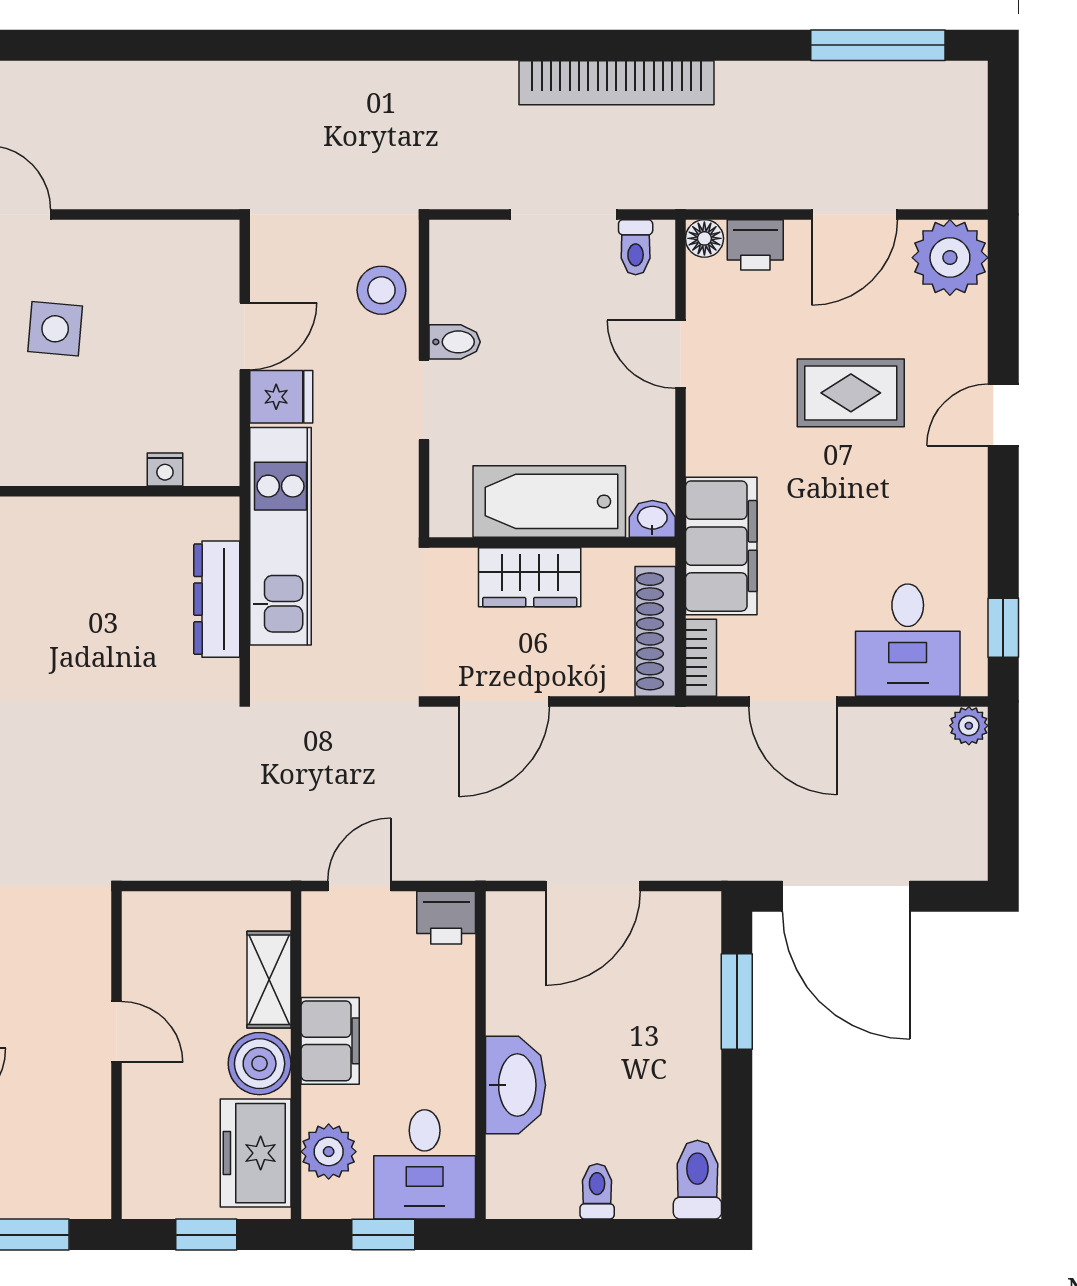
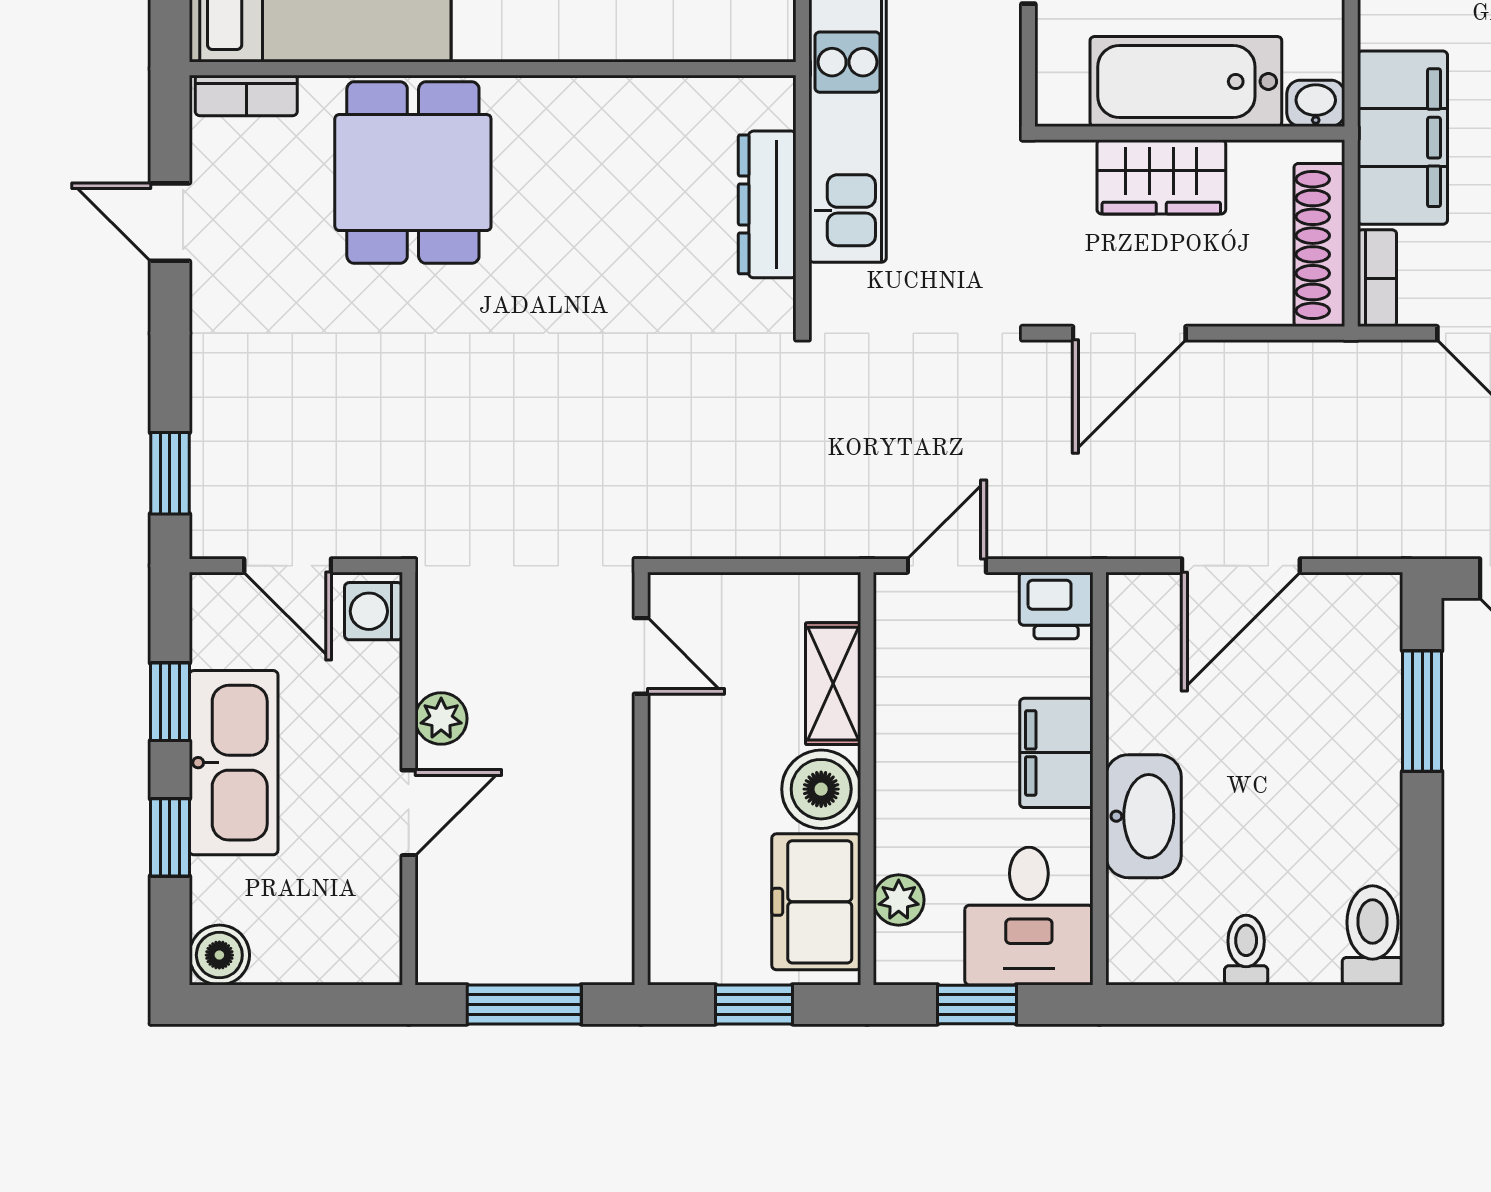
nightstand: (165, 470) -> (702, 41), removed
door: (116, 1032) -> (641, 656), moved
filing cabinet: (330, 1041) -> (1056, 753), moved, turned 180
plant: (329, 1152) -> (899, 900), width x0.73, depth x0.73

